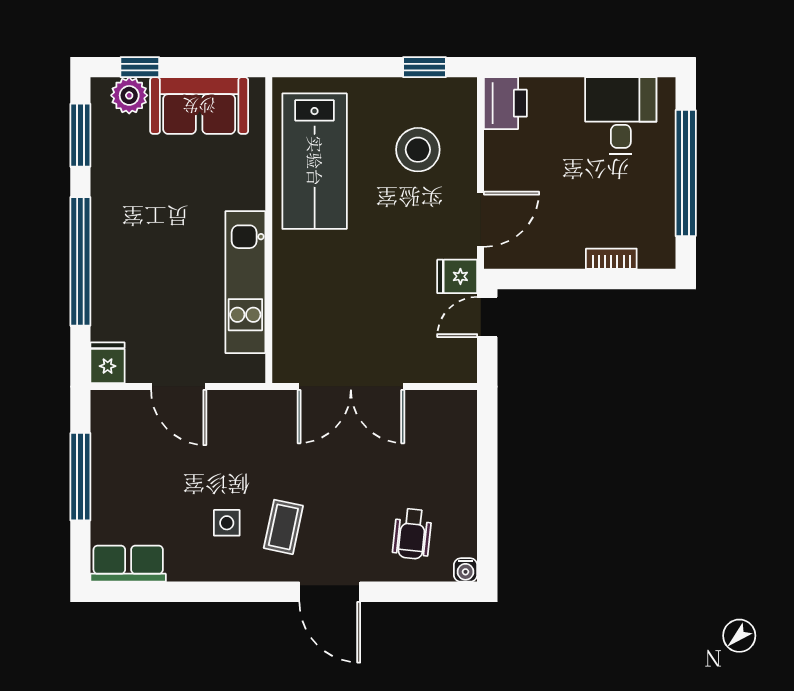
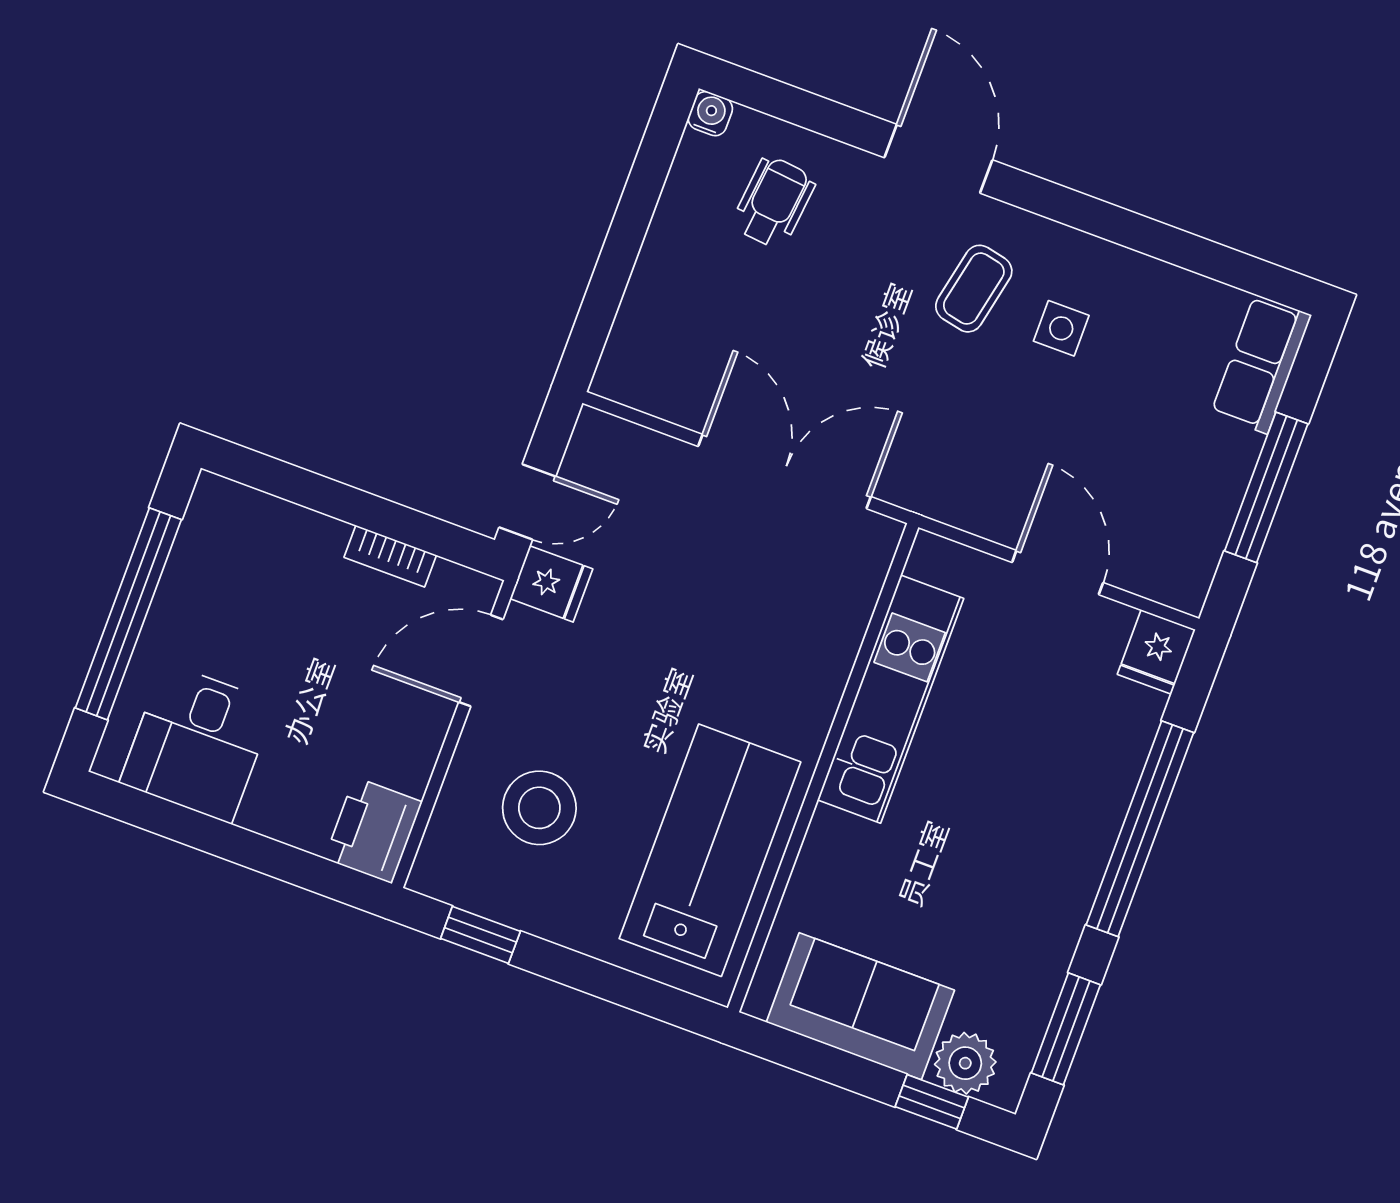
bookcase: (611, 259) -> (390, 556), moved
row of seats: (128, 564) -> (1261, 364), moved, turned 90

